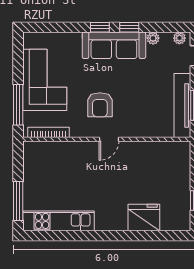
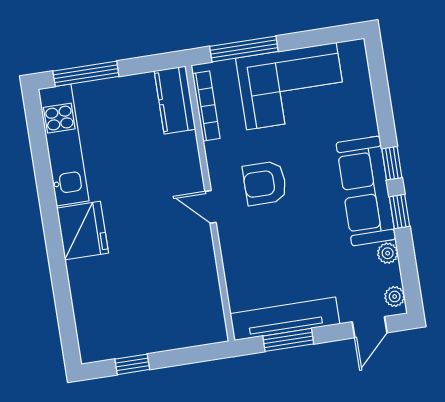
kitchen counter: (42, 150) -> (175, 100), added
fridge: (144, 218) -> (83, 231), moved

